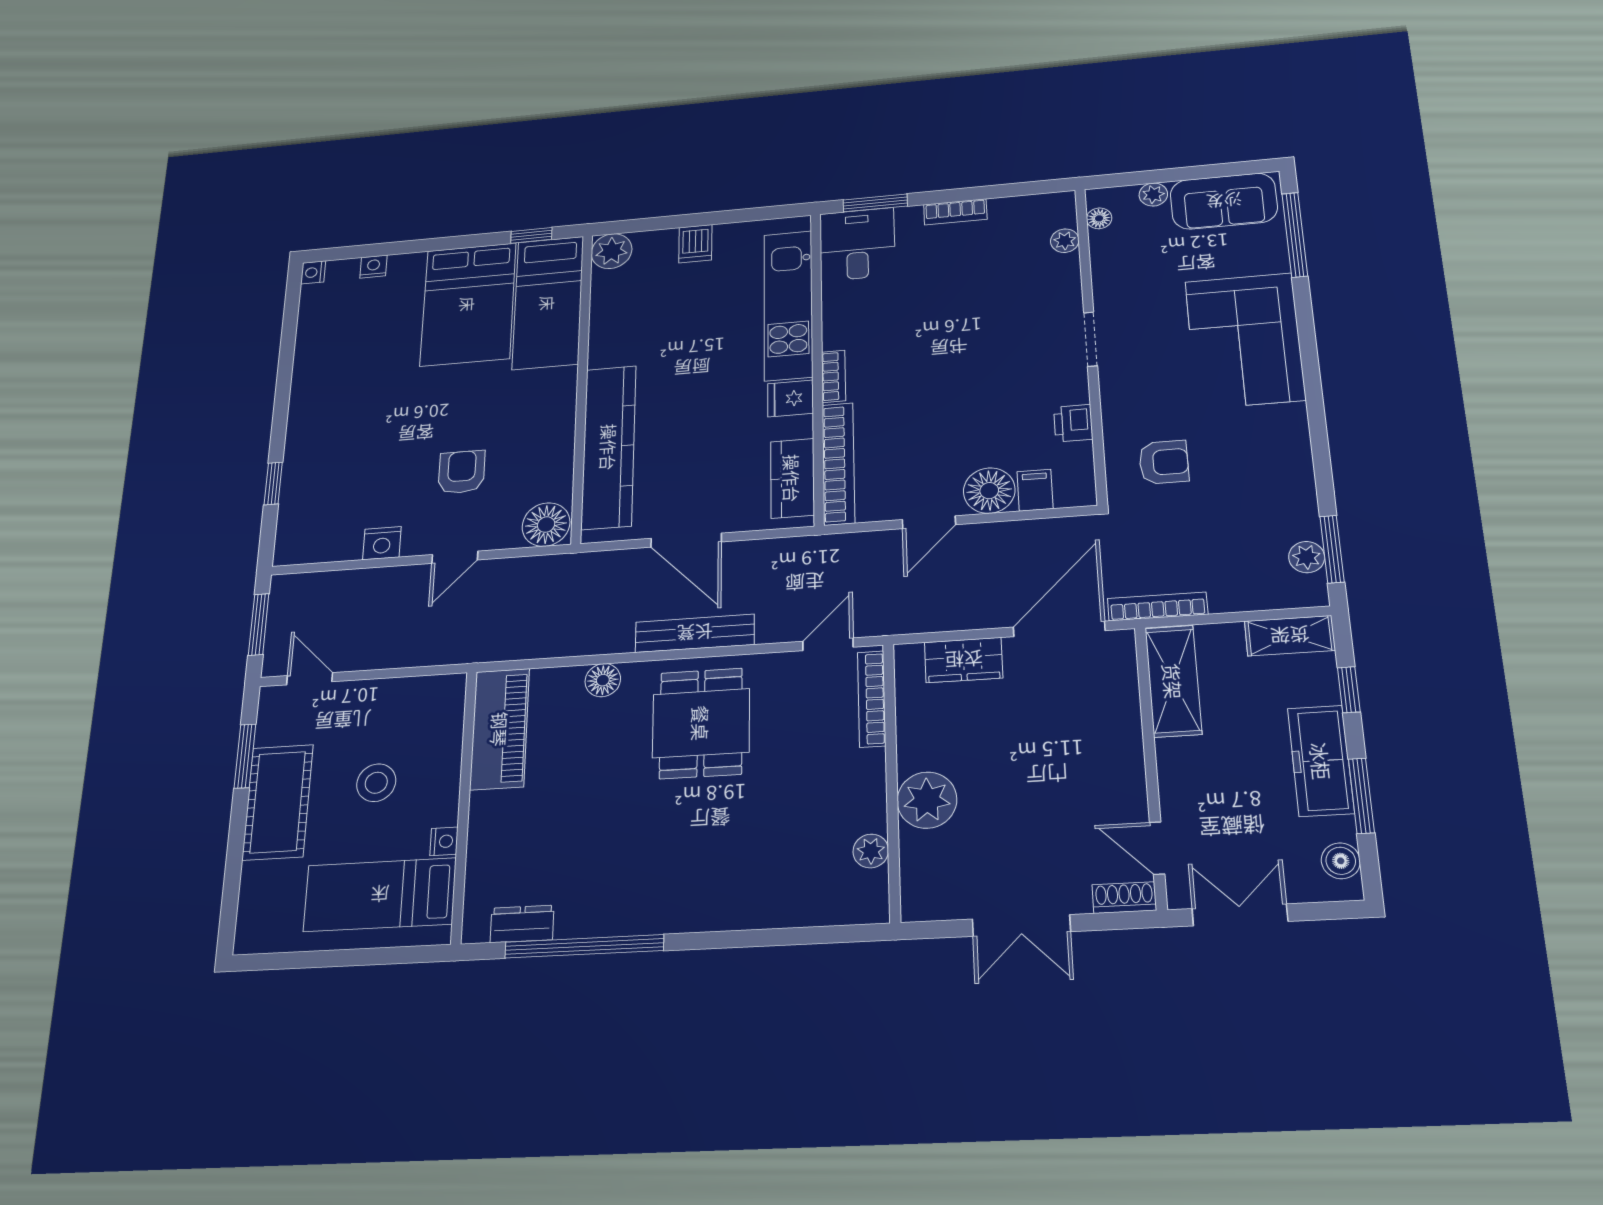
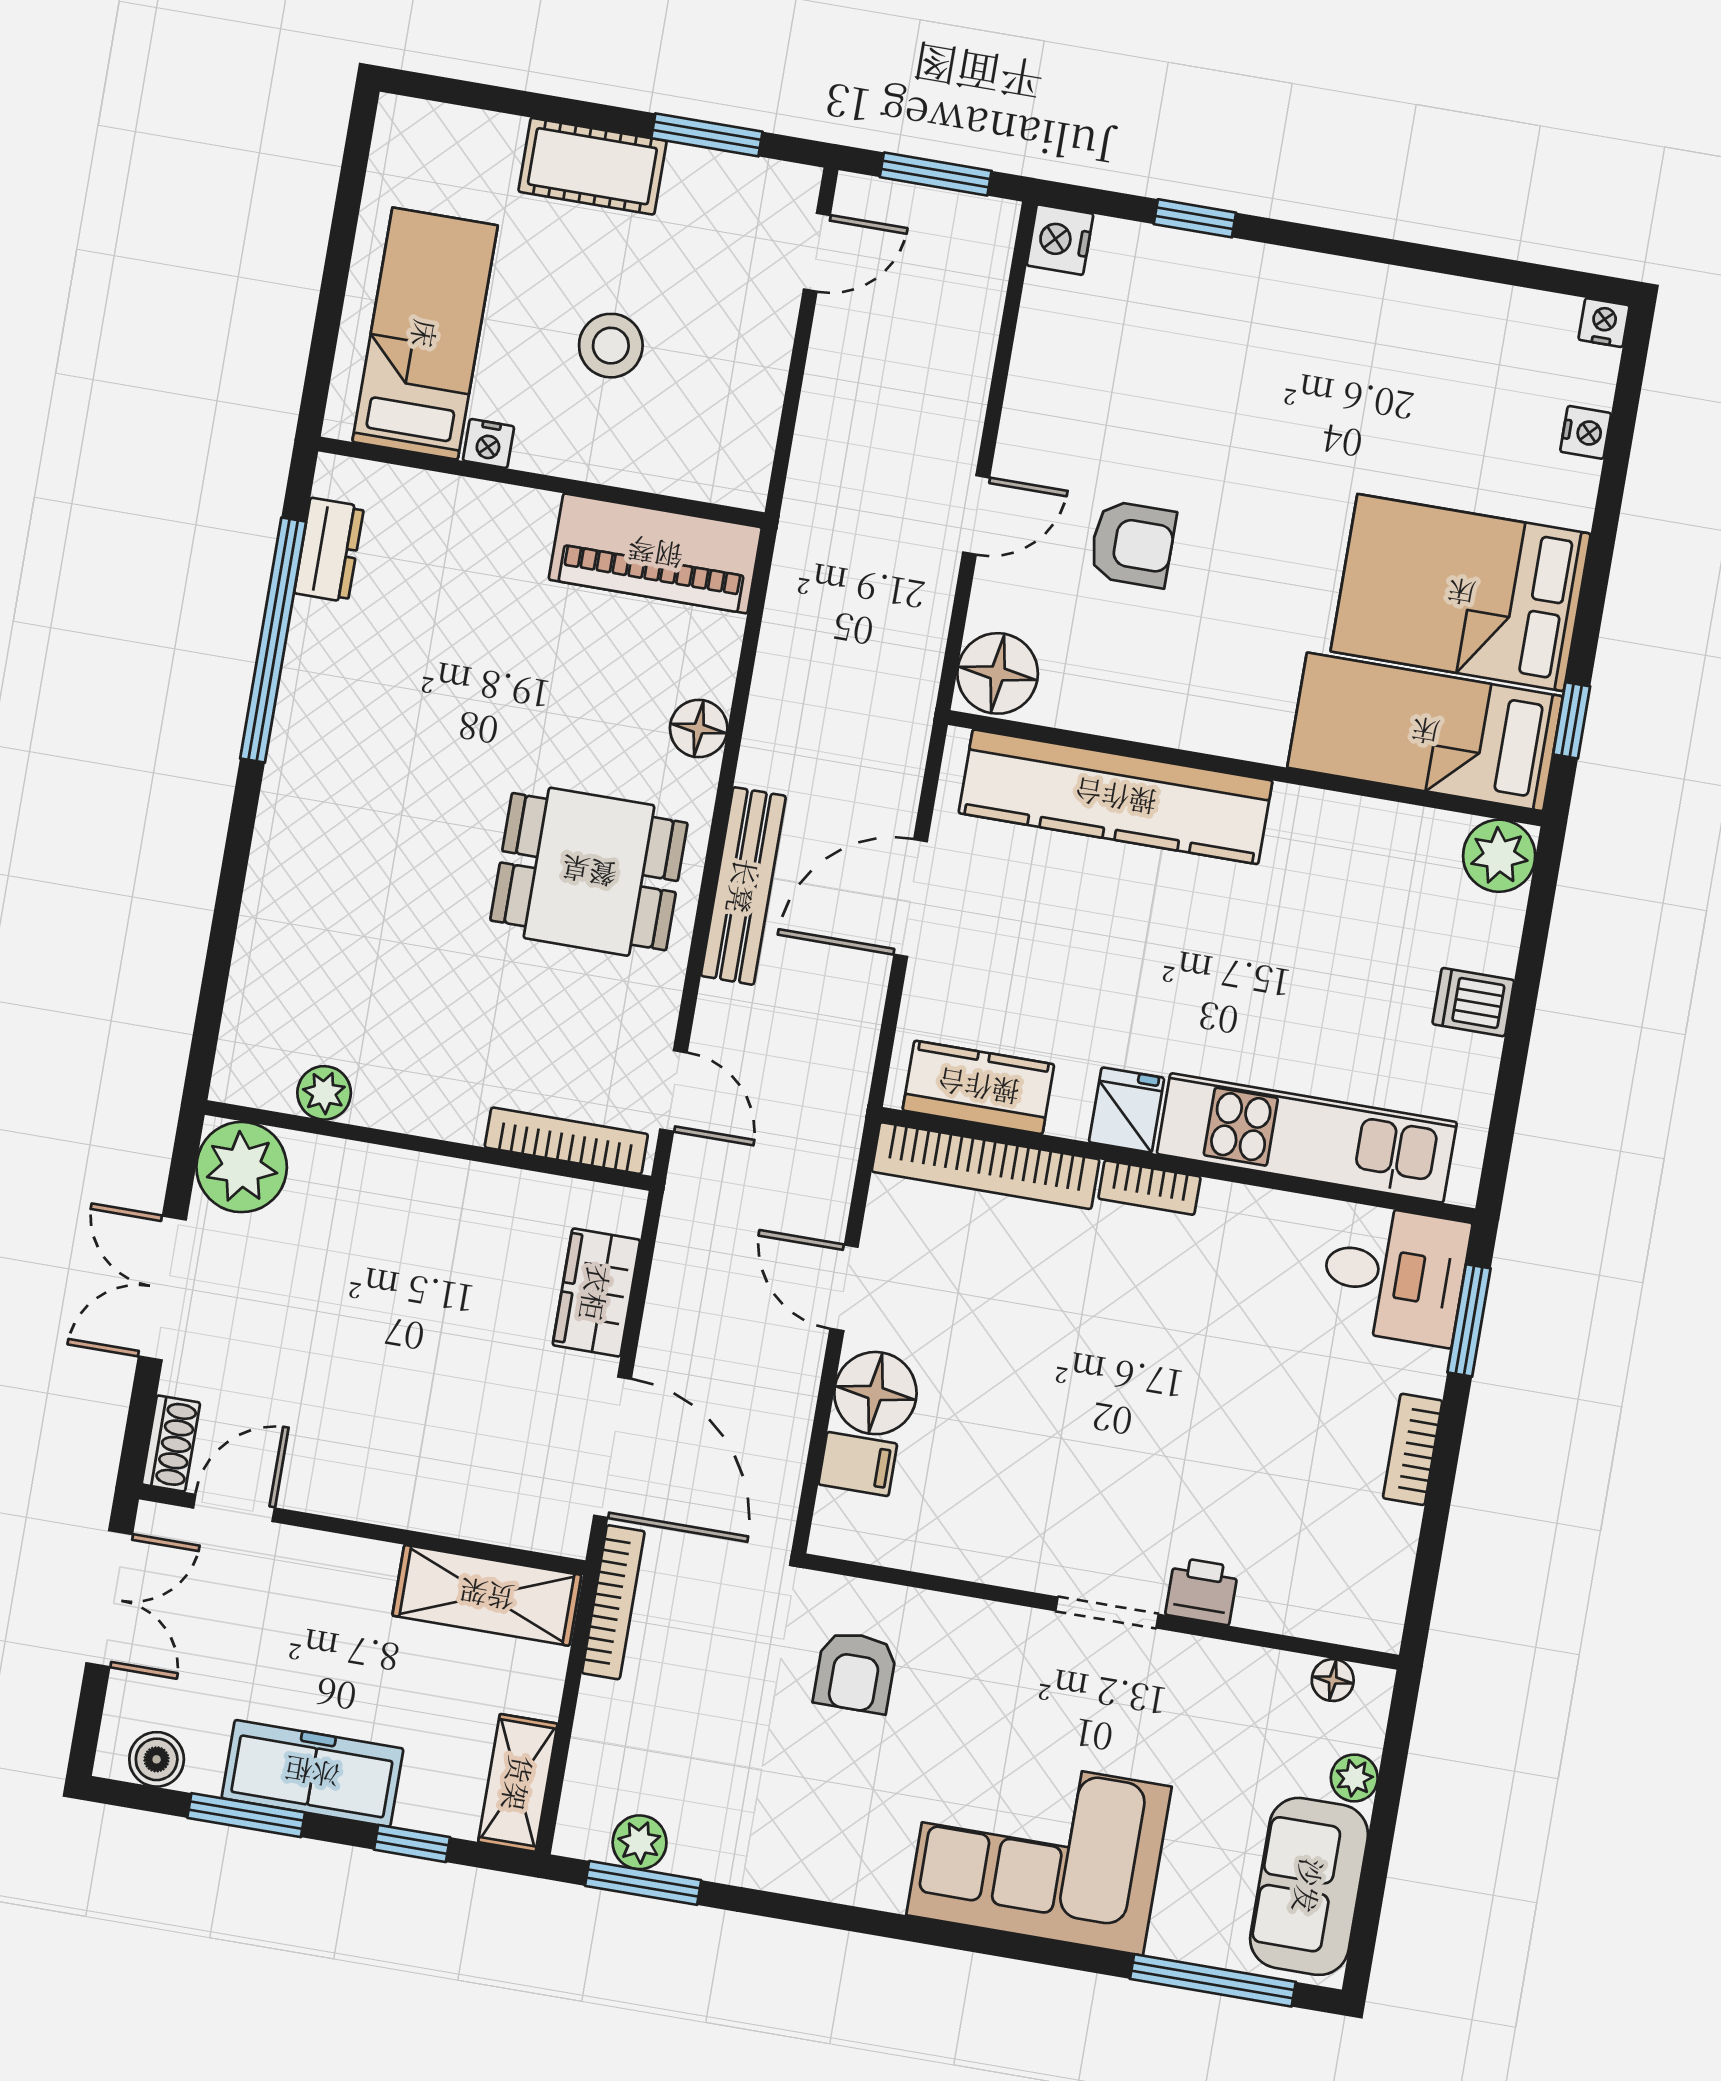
plant: (1065, 241) -> (1305, 1615), removed
printer: (1073, 423) -> (1202, 1591), moved
nightstand: (382, 543) -> (1060, 240), moved
door: (455, 557) -> (976, 515), swing flipped
plant: (927, 800) -> (242, 1167), moved
cot: (278, 802) -> (592, 166), width x0.73, depth x0.75

